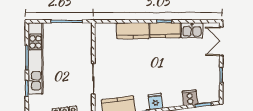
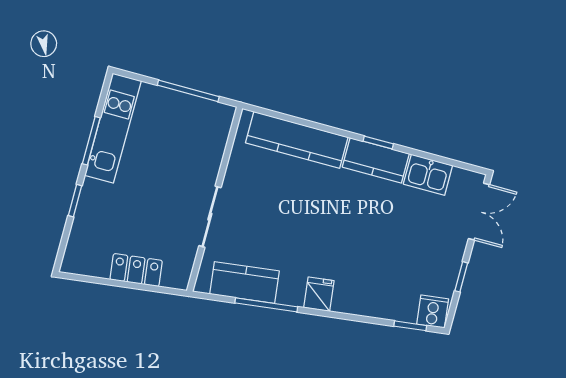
kitchen counter: (133, 31) -> (297, 140), width x1.50
double door: (221, 41) -> (479, 212), swing flipped
kitchen unit: (35, 58) -> (113, 128), width x0.73
cooker: (190, 98) -> (433, 311), moved

